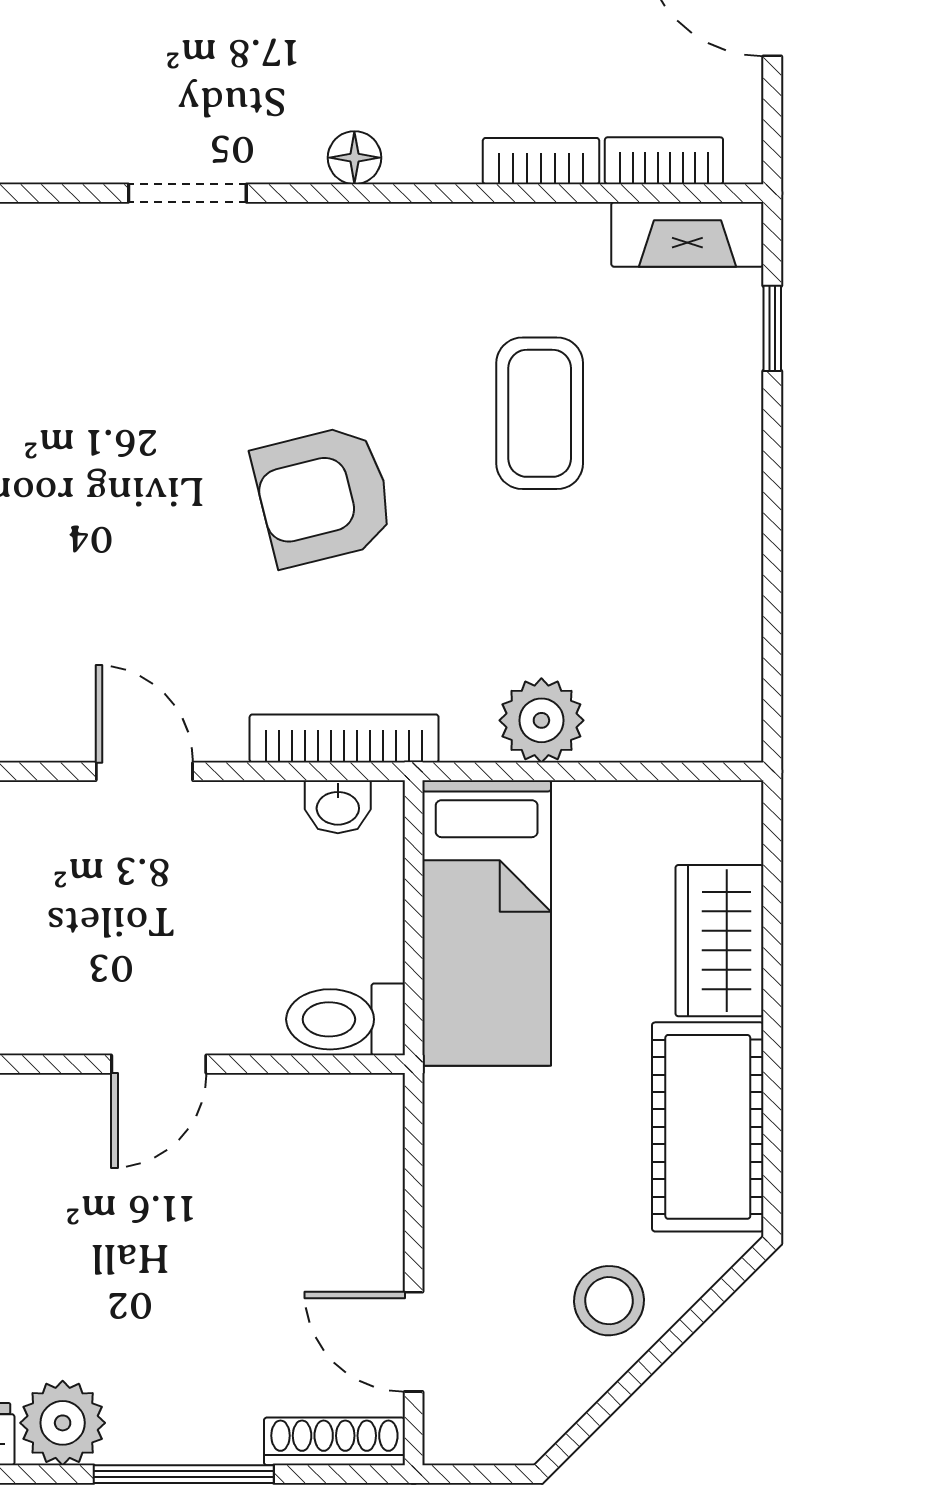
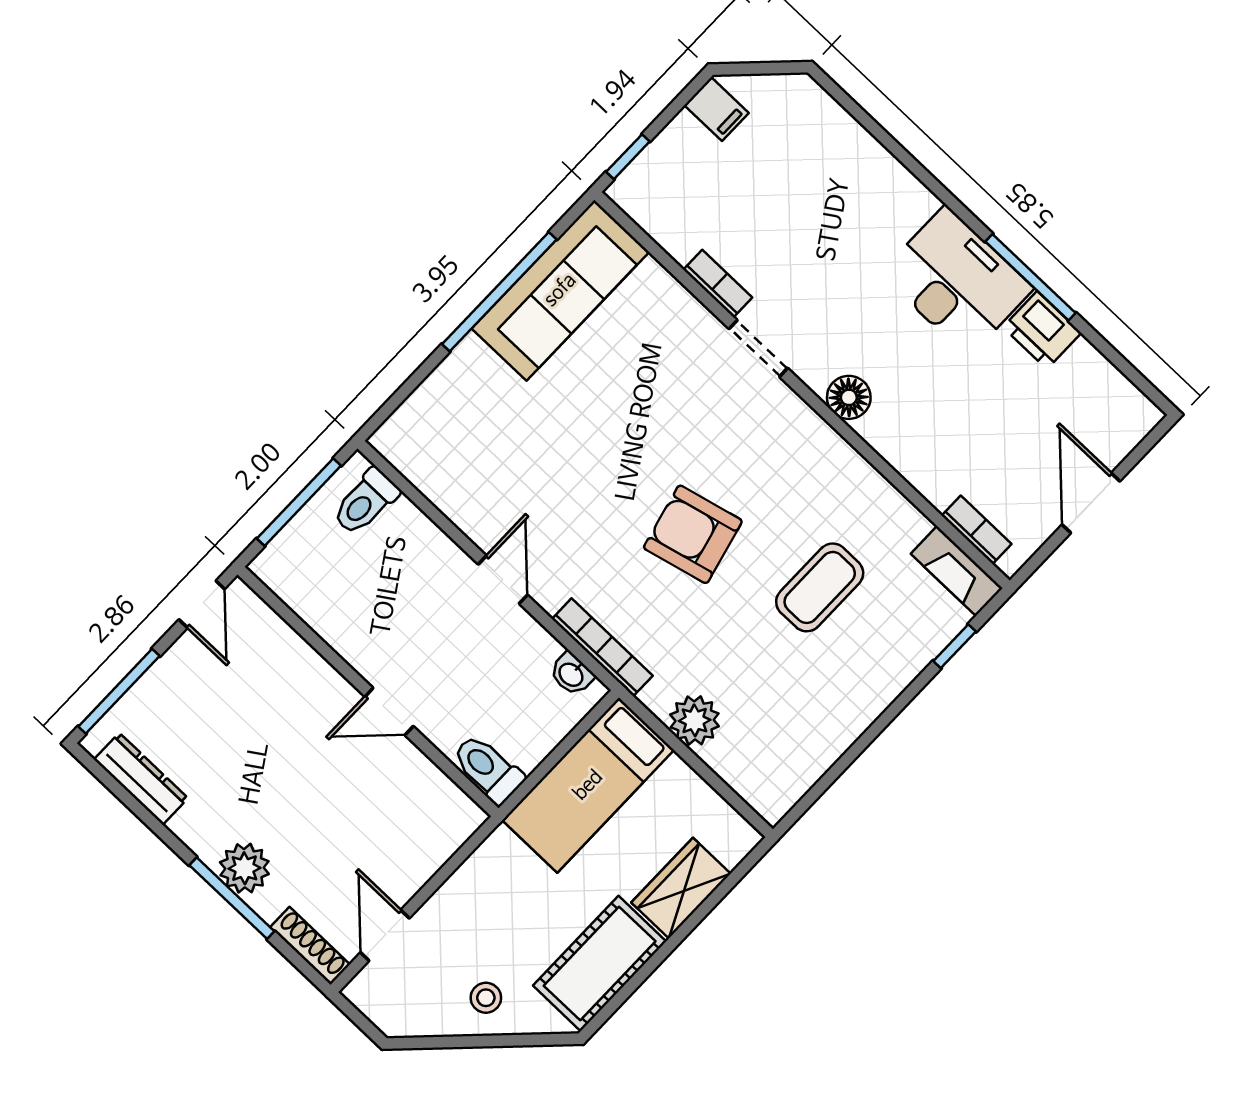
floor lamp: (354, 158) -> (849, 397), width x1.37, depth x1.37
bookcase: (541, 161) -> (718, 284), moved
stool: (609, 1301) -> (486, 998), width x0.73, depth x0.73
plant: (63, 1423) -> (244, 868), moved

